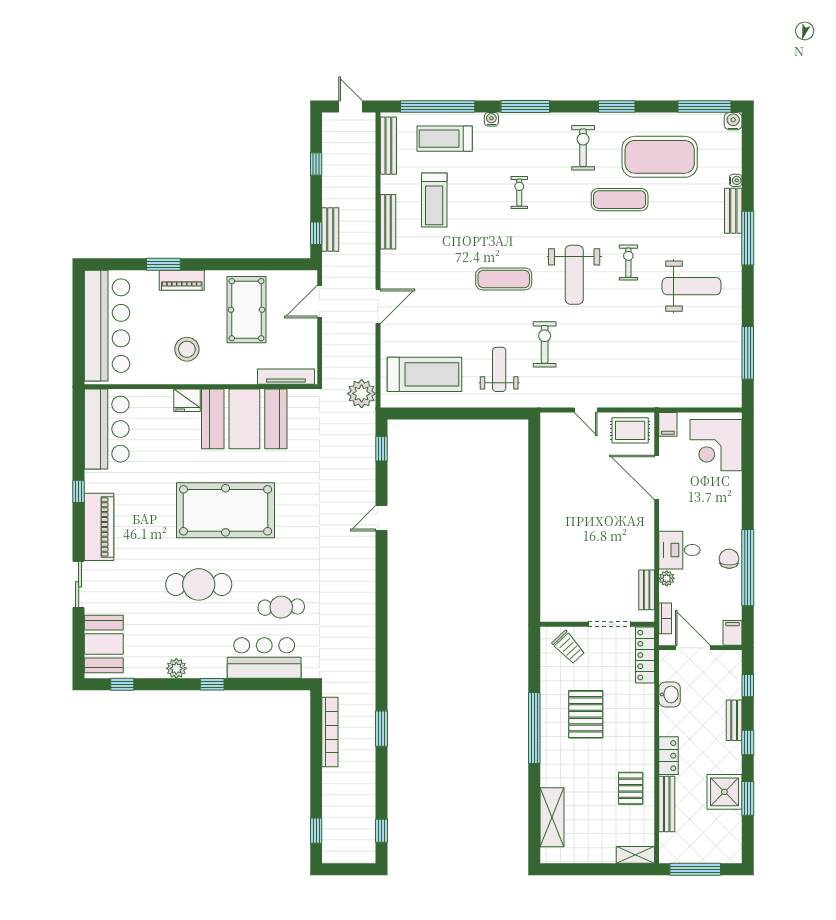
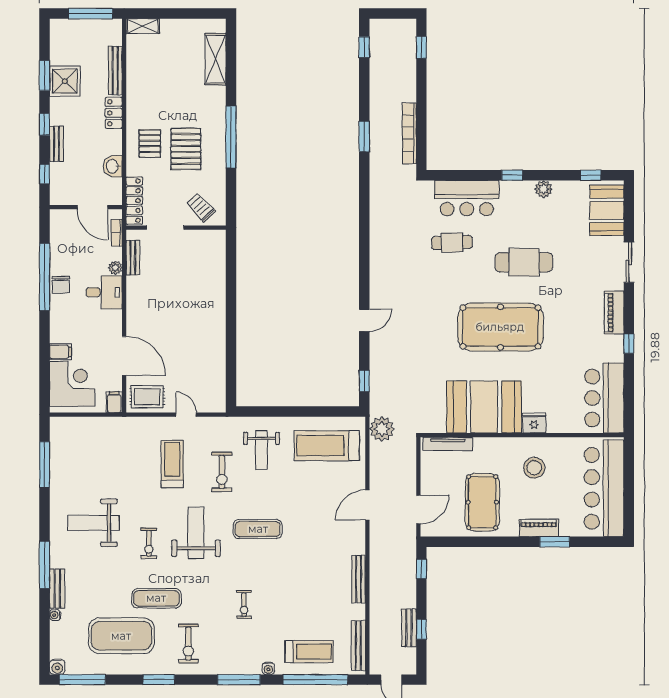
treadmill: (434, 200) -> (172, 464), moved
bench: (330, 229) -> (409, 628), moved
piano: (99, 527) -> (614, 313), width x0.73, depth x0.75
filing cabinet: (733, 633) -> (60, 352), moved, turned -90
pallet: (631, 788) -> (150, 144), moved

